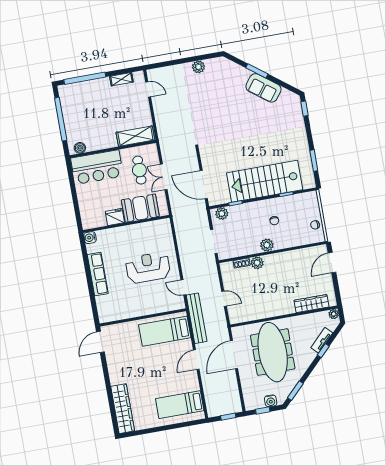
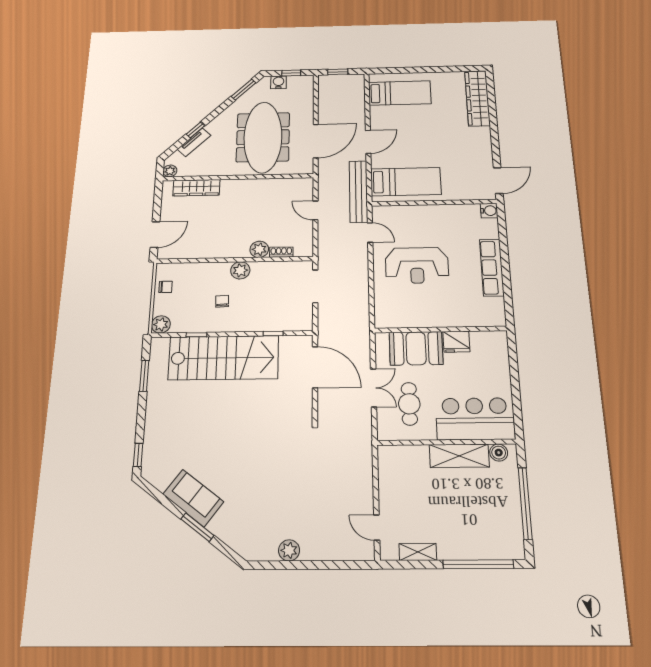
shelving: (135, 136) -> (459, 456), moved
plant: (222, 214) -> (161, 324), moved
water cooler: (90, 238) -> (489, 211), moved

